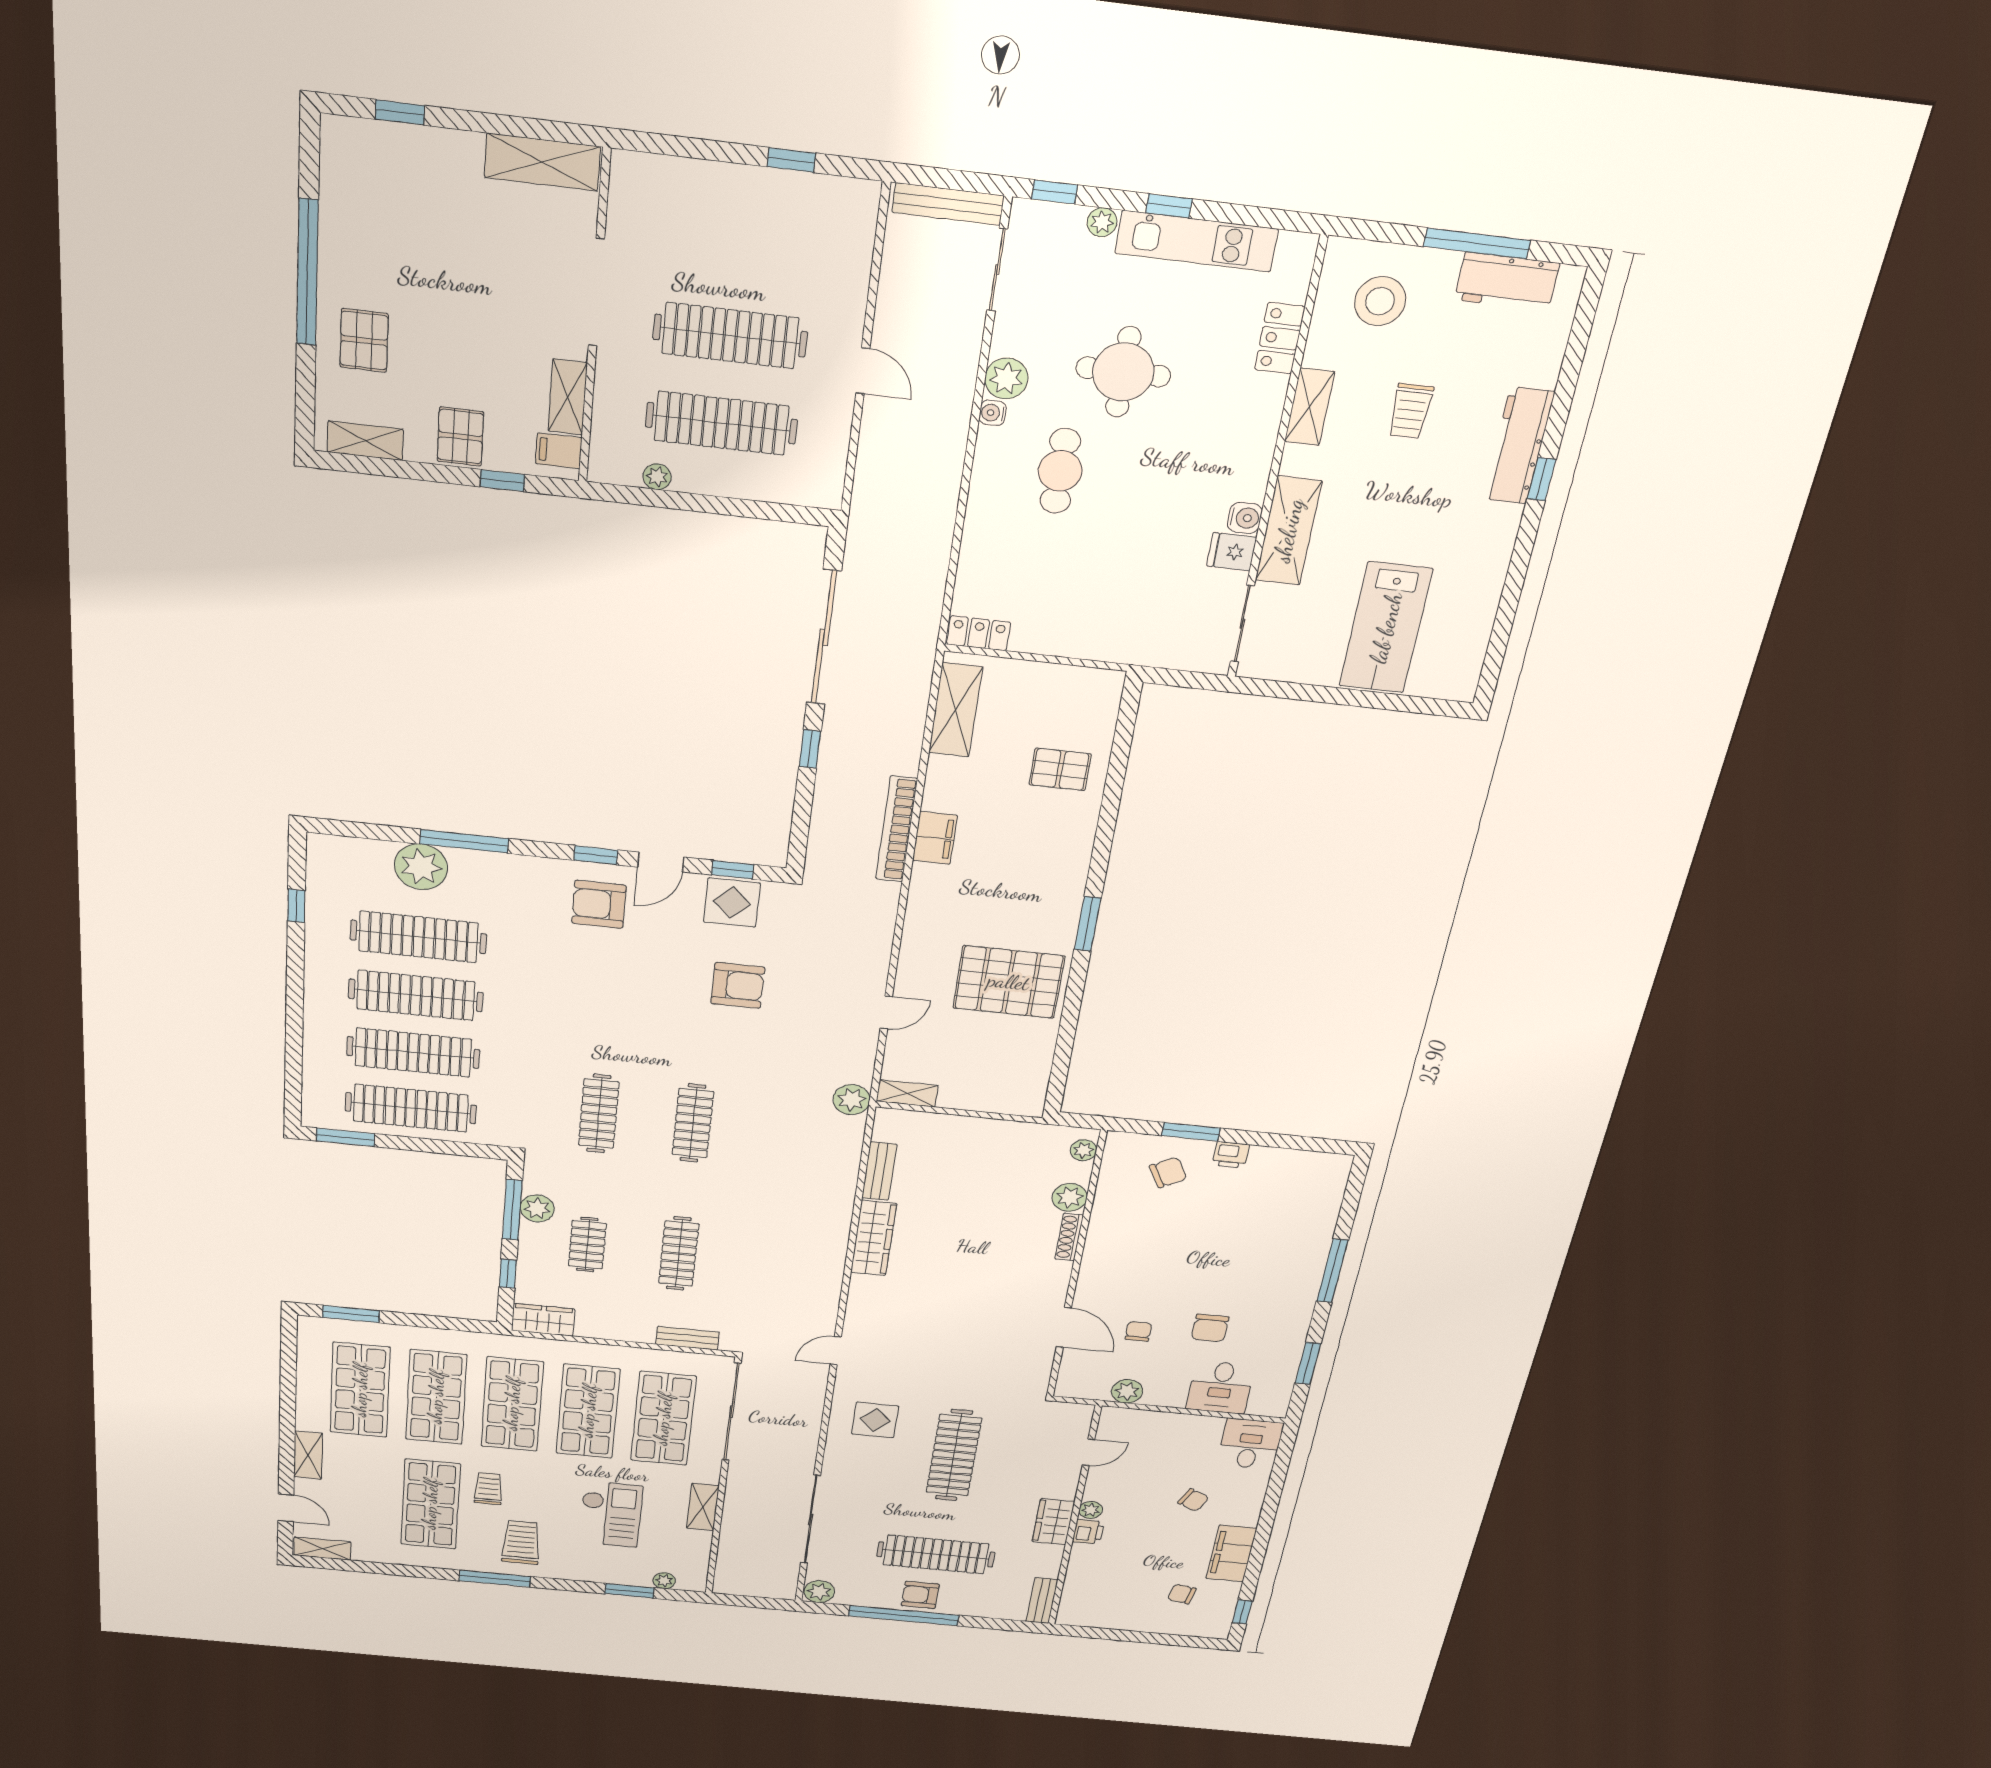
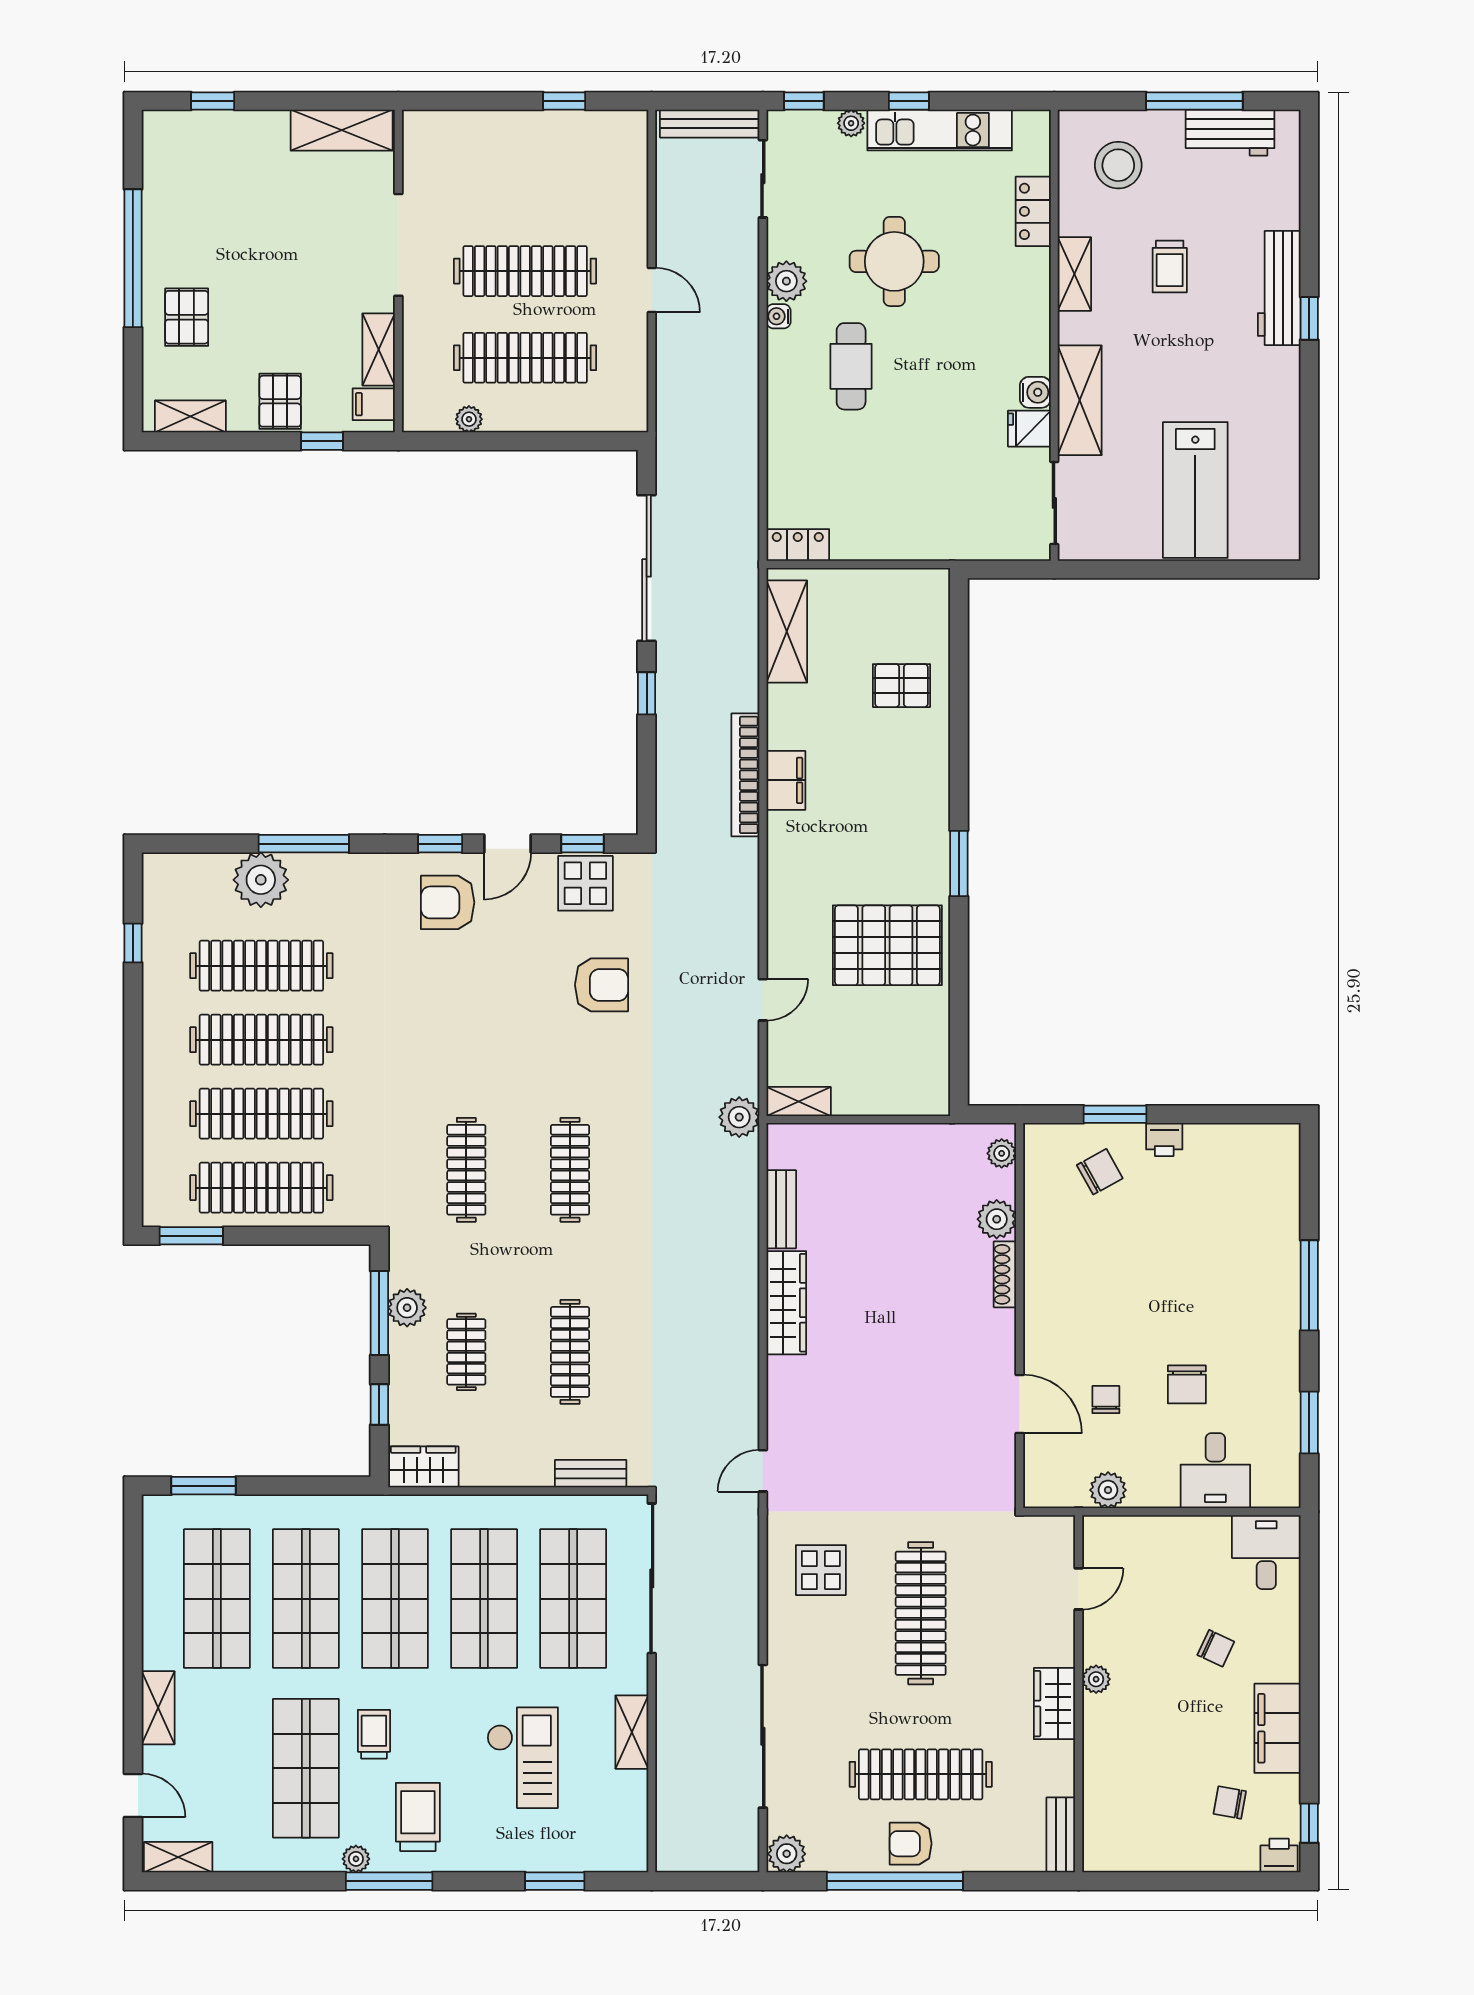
printer: (1088, 1532) -> (1279, 1856), moved, turned -90
plant: (664, 1581) -> (356, 1859), moved

